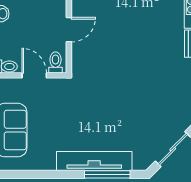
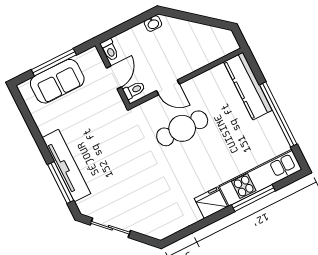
cafe table: (114, 36) -> (182, 128), added

